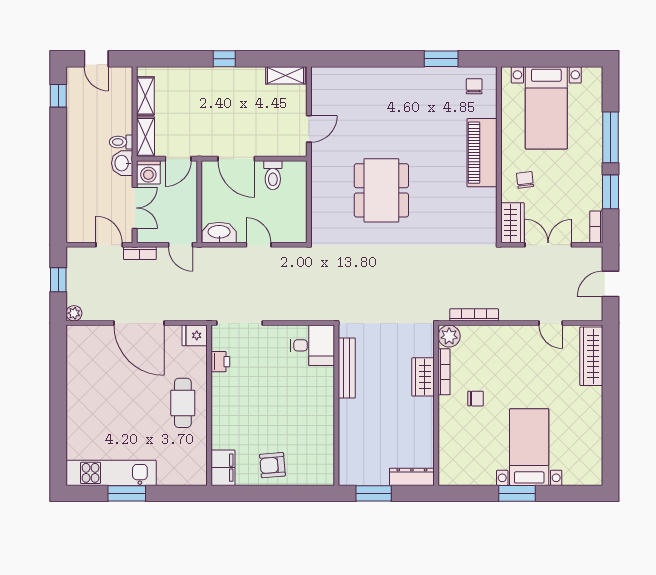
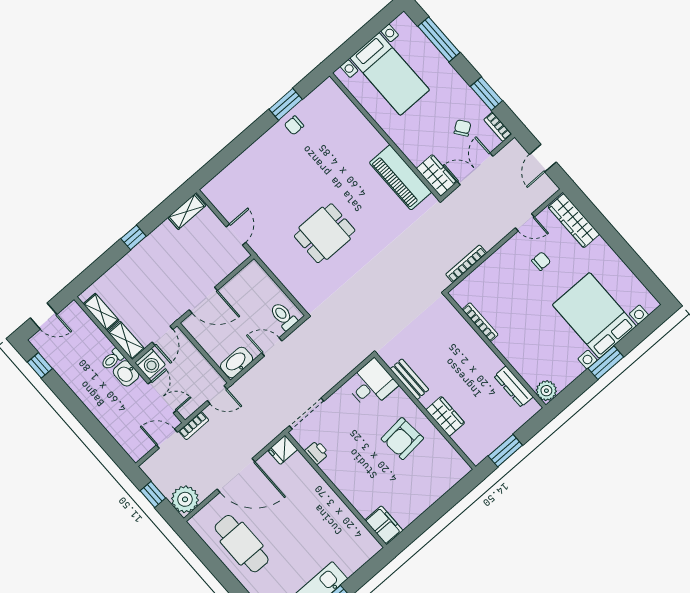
chair: (474, 86) -> (294, 125), moved, turned -90
window: (610, 137) -> (439, 39), moved
piano: (482, 153) -> (400, 177), moved
toilet: (273, 175) -> (283, 316), moved, turned 180
chair: (525, 180) -> (462, 128), moved, turned 61
dining table: (381, 190) -> (325, 233), width x0.73
plant: (74, 313) -> (185, 499), width x1.88, depth x1.88
plant: (449, 336) -> (546, 391), moved
bench: (347, 368) -> (409, 379), width x0.73
wardrobe: (423, 377) -> (445, 416), moved, turned 180
chair: (476, 399) -> (541, 261), moved
cafe table: (183, 403) -> (242, 544), moved, width x1.37, depth x1.35
bed with nightstands: (529, 447) -> (594, 315), width x1.36
armchair: (272, 465) -> (402, 439), moved, width x1.38, depth x1.38
dresser: (412, 477) -> (514, 387), moved, turned -90

